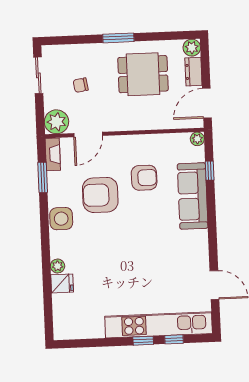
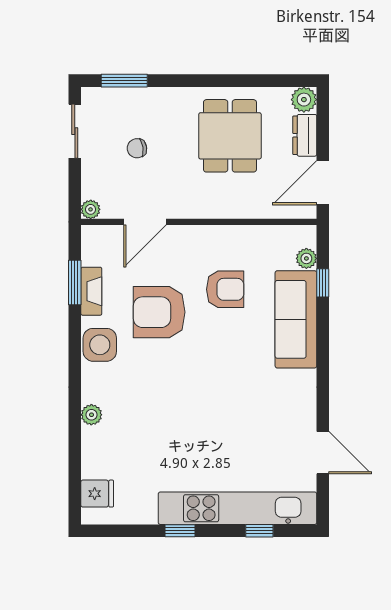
window: (118, 38) -> (124, 81), moved
dining table: (143, 74) -> (230, 136), turned 90
plant: (56, 122) -> (91, 209), width x0.53, depth x0.53
plant: (197, 139) -> (306, 258), moved
fireplace: (53, 154) -> (91, 291), moved
fridge: (62, 283) -> (97, 494), moved
window: (143, 341) -> (180, 531), moved

